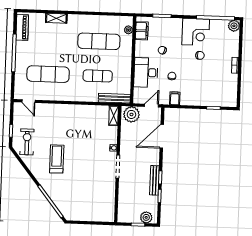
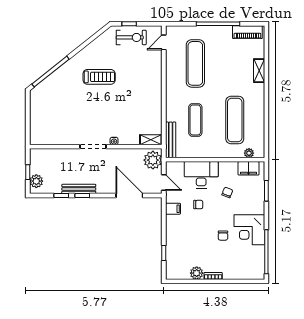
plant: (234, 26) -> (197, 273), moved
exercise bike: (27, 142) -> (131, 37), moved

